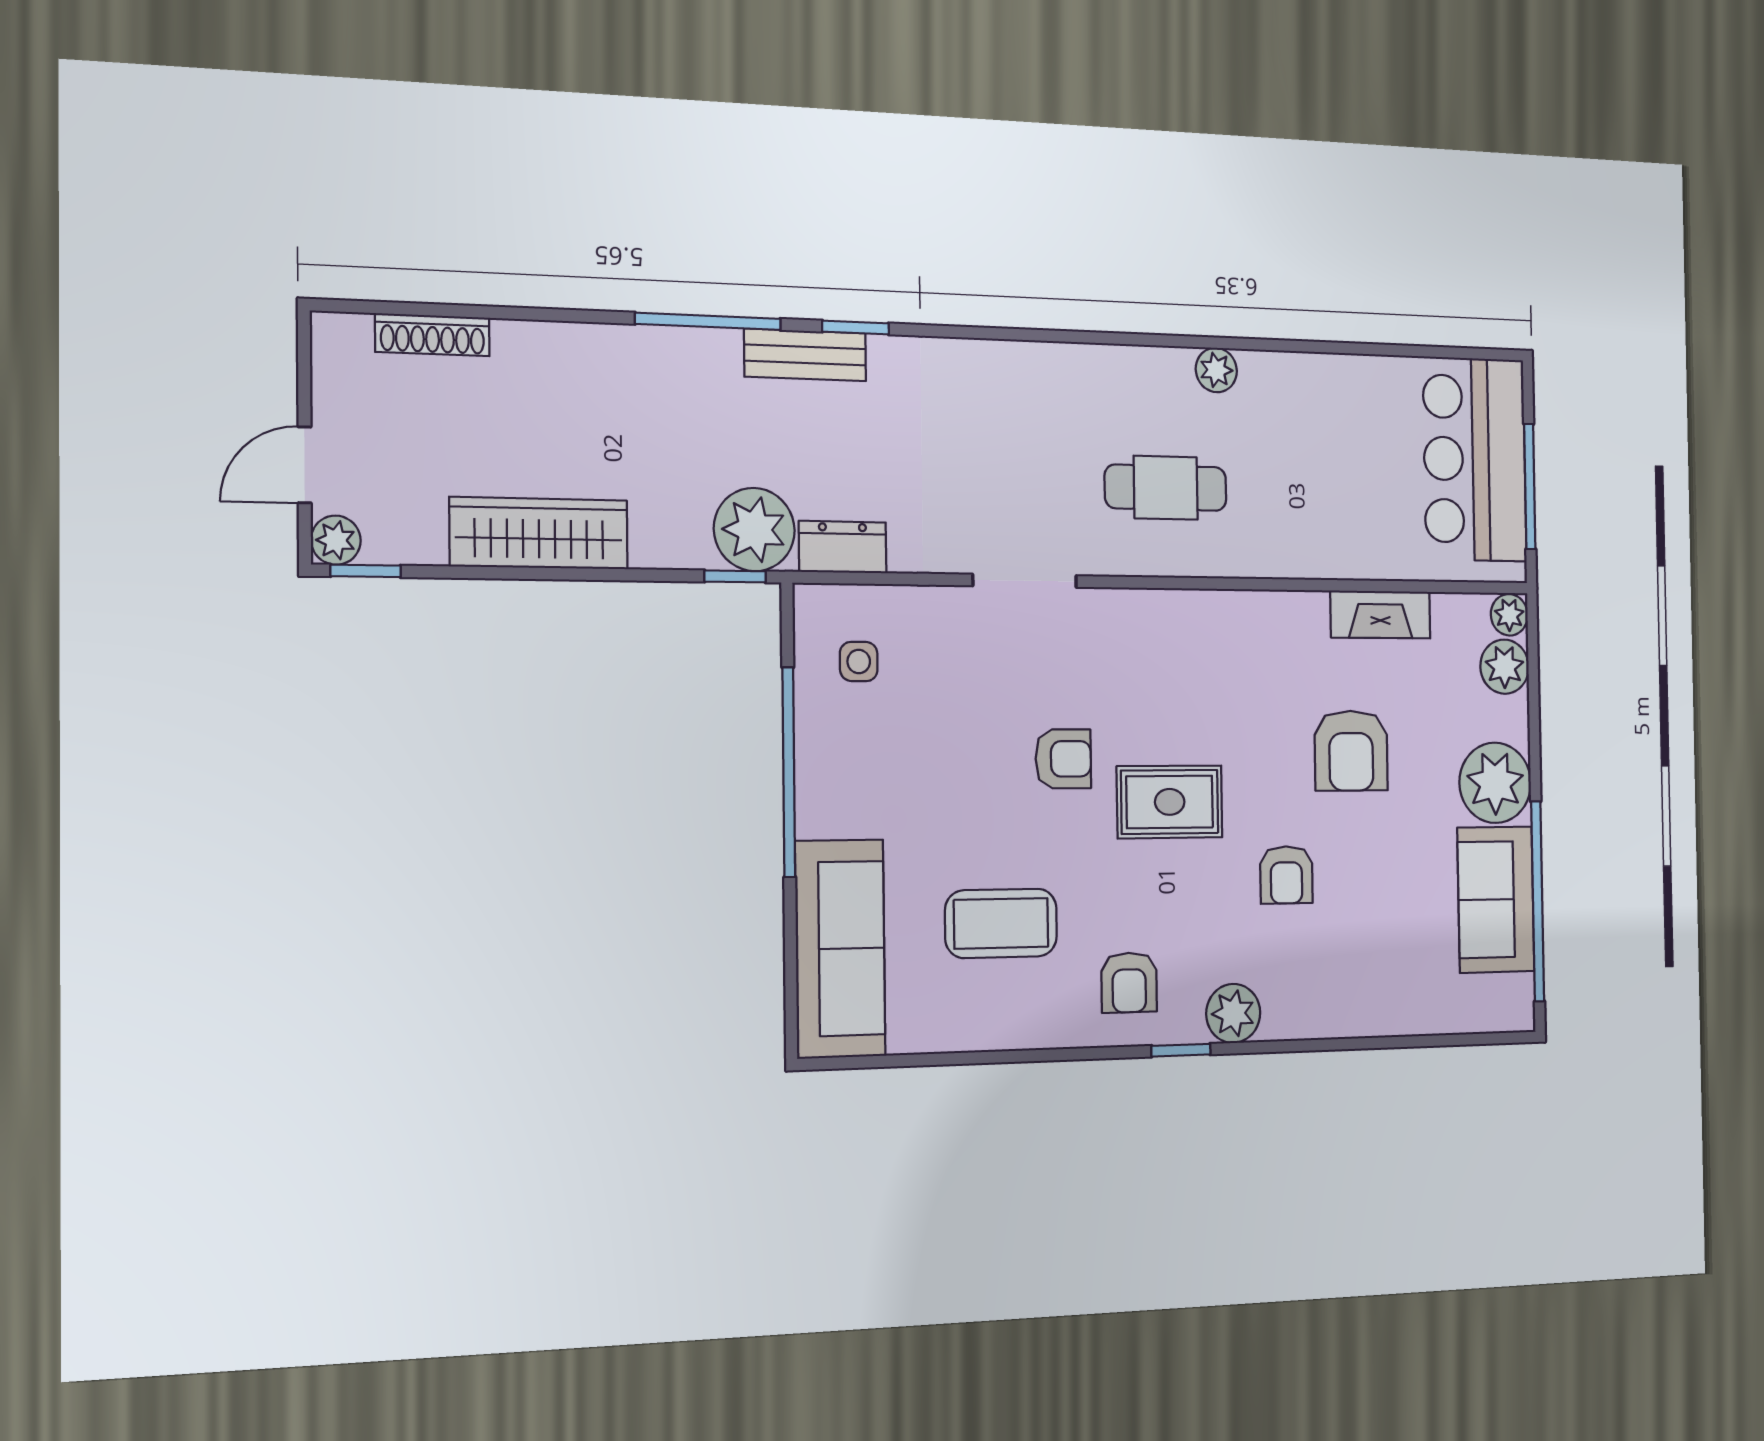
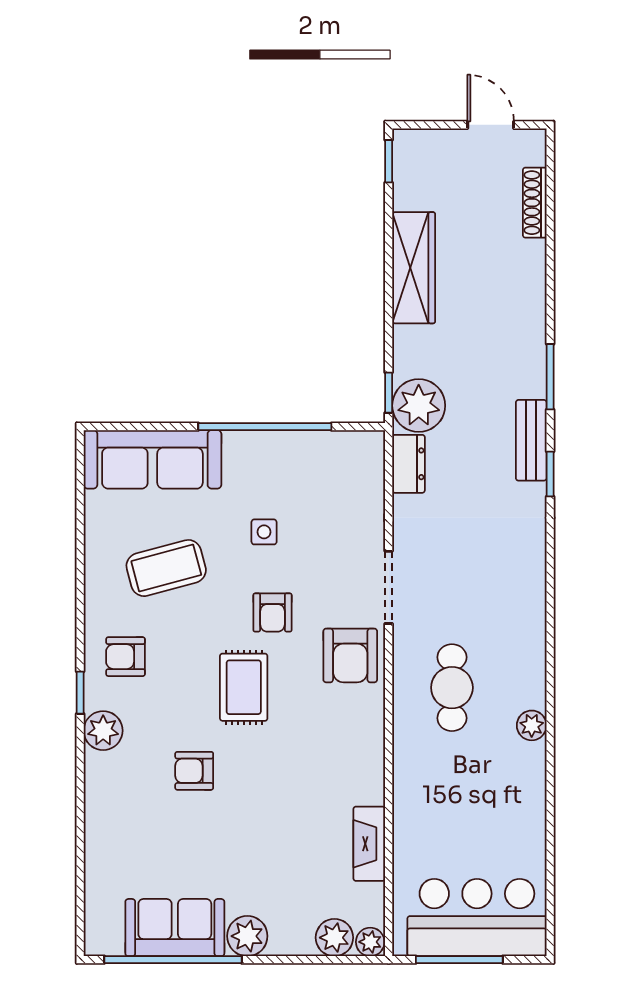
window: (708, 321) -> (550, 377), width x0.69
door: (305, 465) -> (491, 125), moved
plant: (336, 540) -> (407, 143), removed
side table: (859, 661) -> (264, 532), moved
armchair: (1351, 751) -> (350, 655), moved, turned -90
plant: (1495, 783) -> (247, 936), width x0.73, depth x0.73
coffee table: (1001, 923) -> (166, 568), turned 75

